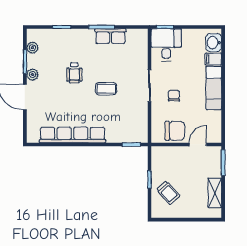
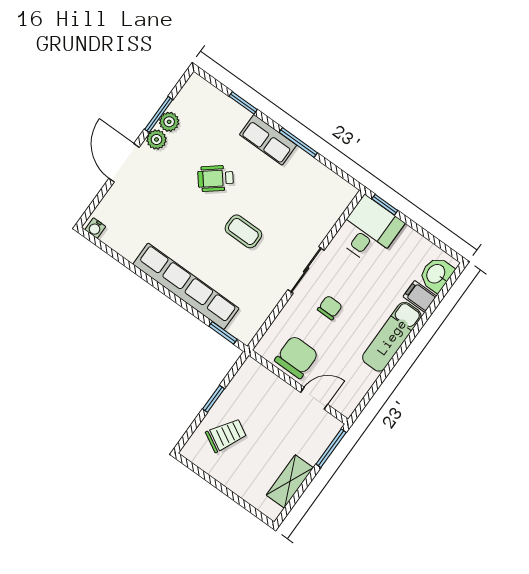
row of seats: (110, 36) -> (268, 140), moved
plant: (32, 48) -> (169, 122), moved
wheelchair: (74, 73) -> (216, 178), turned 51
chair: (175, 131) -> (297, 357), turned -90
row of seats: (72, 135) -> (186, 286), moved
water cooler: (34, 138) -> (95, 228), added
trolley: (168, 193) -> (226, 435), turned -109

